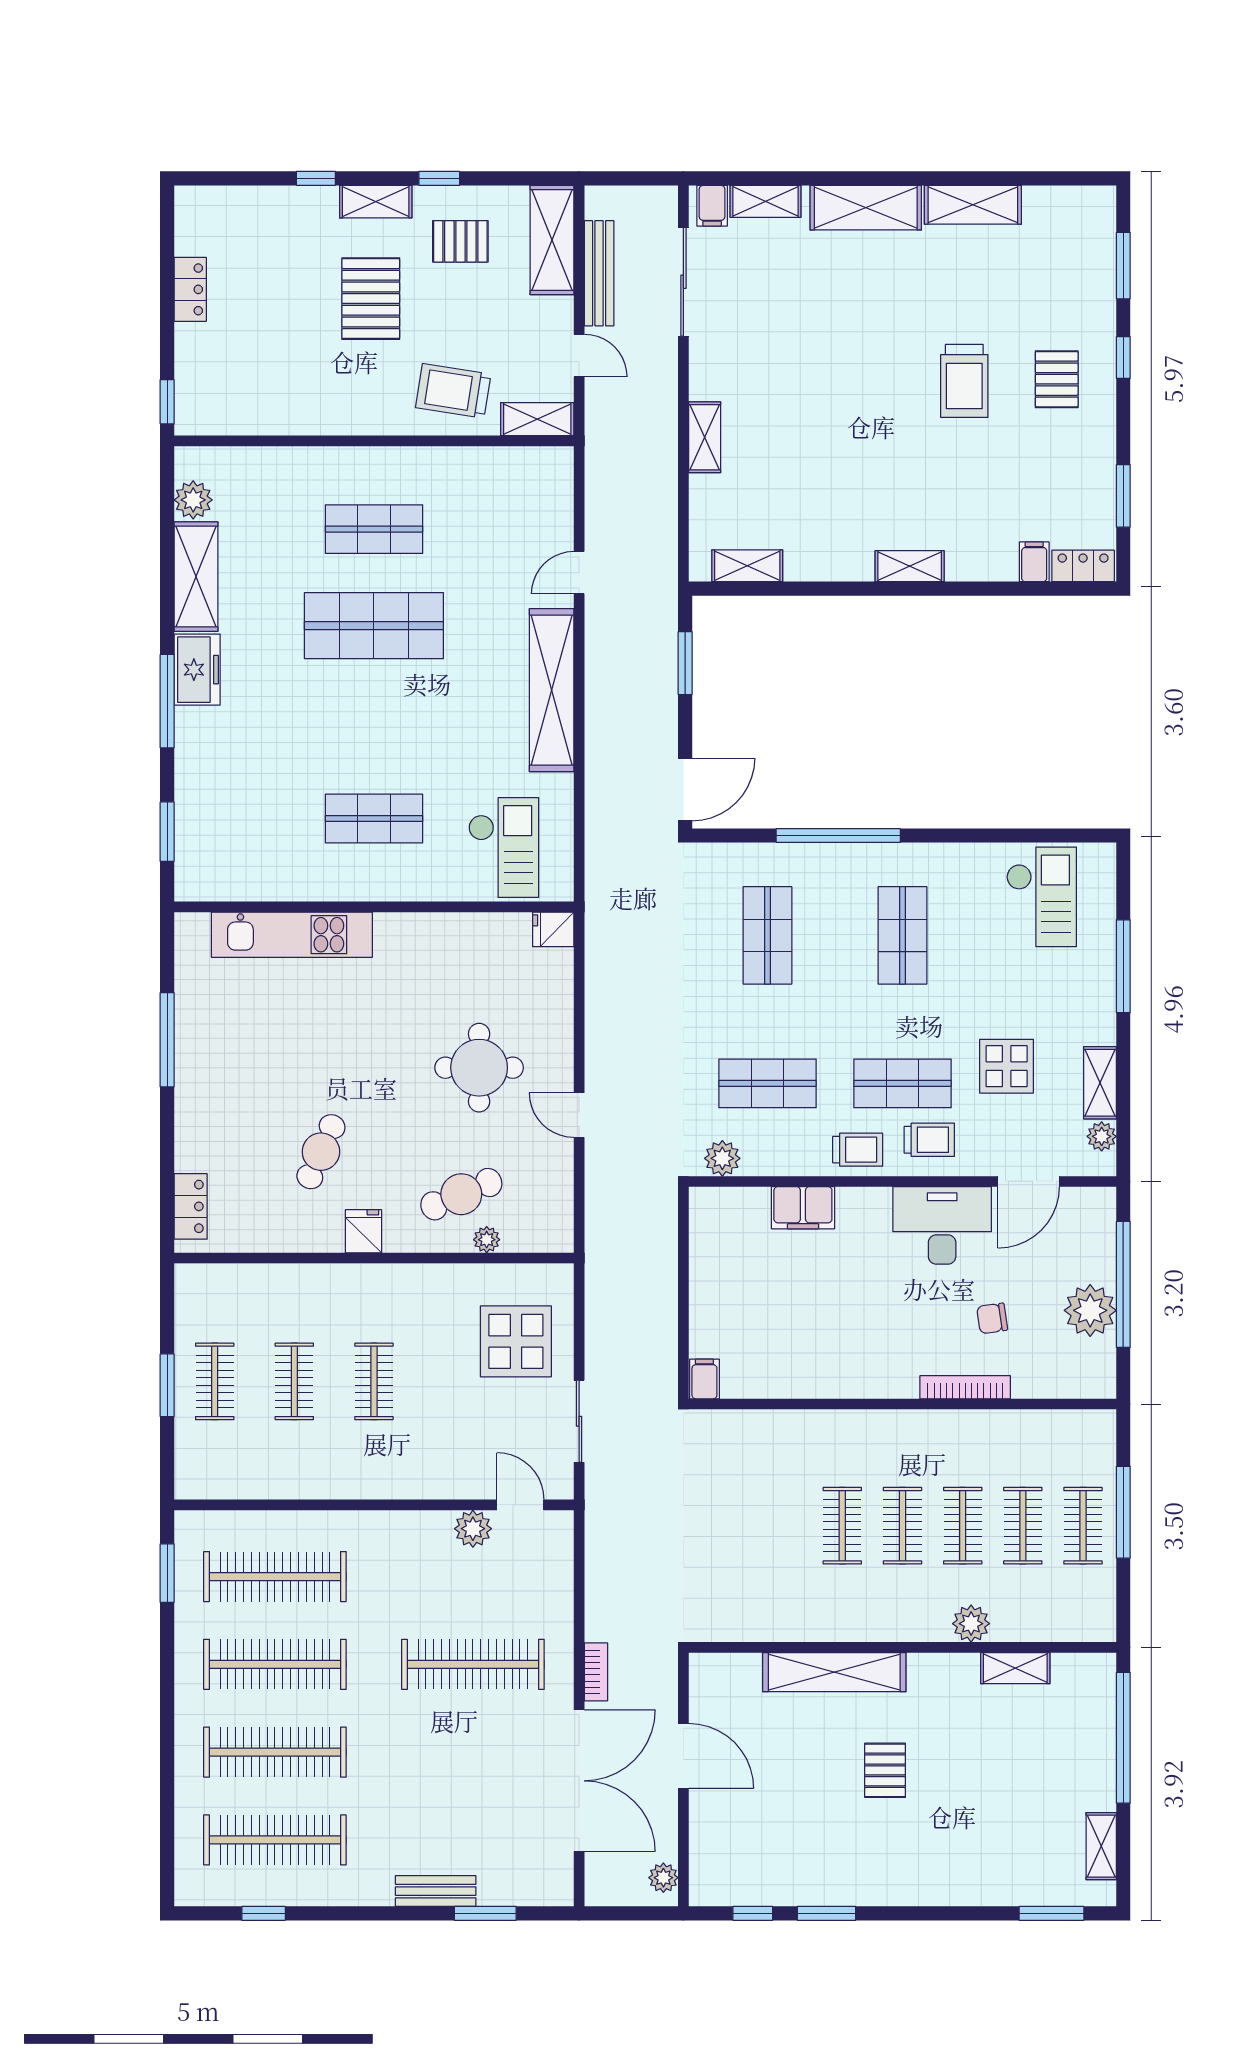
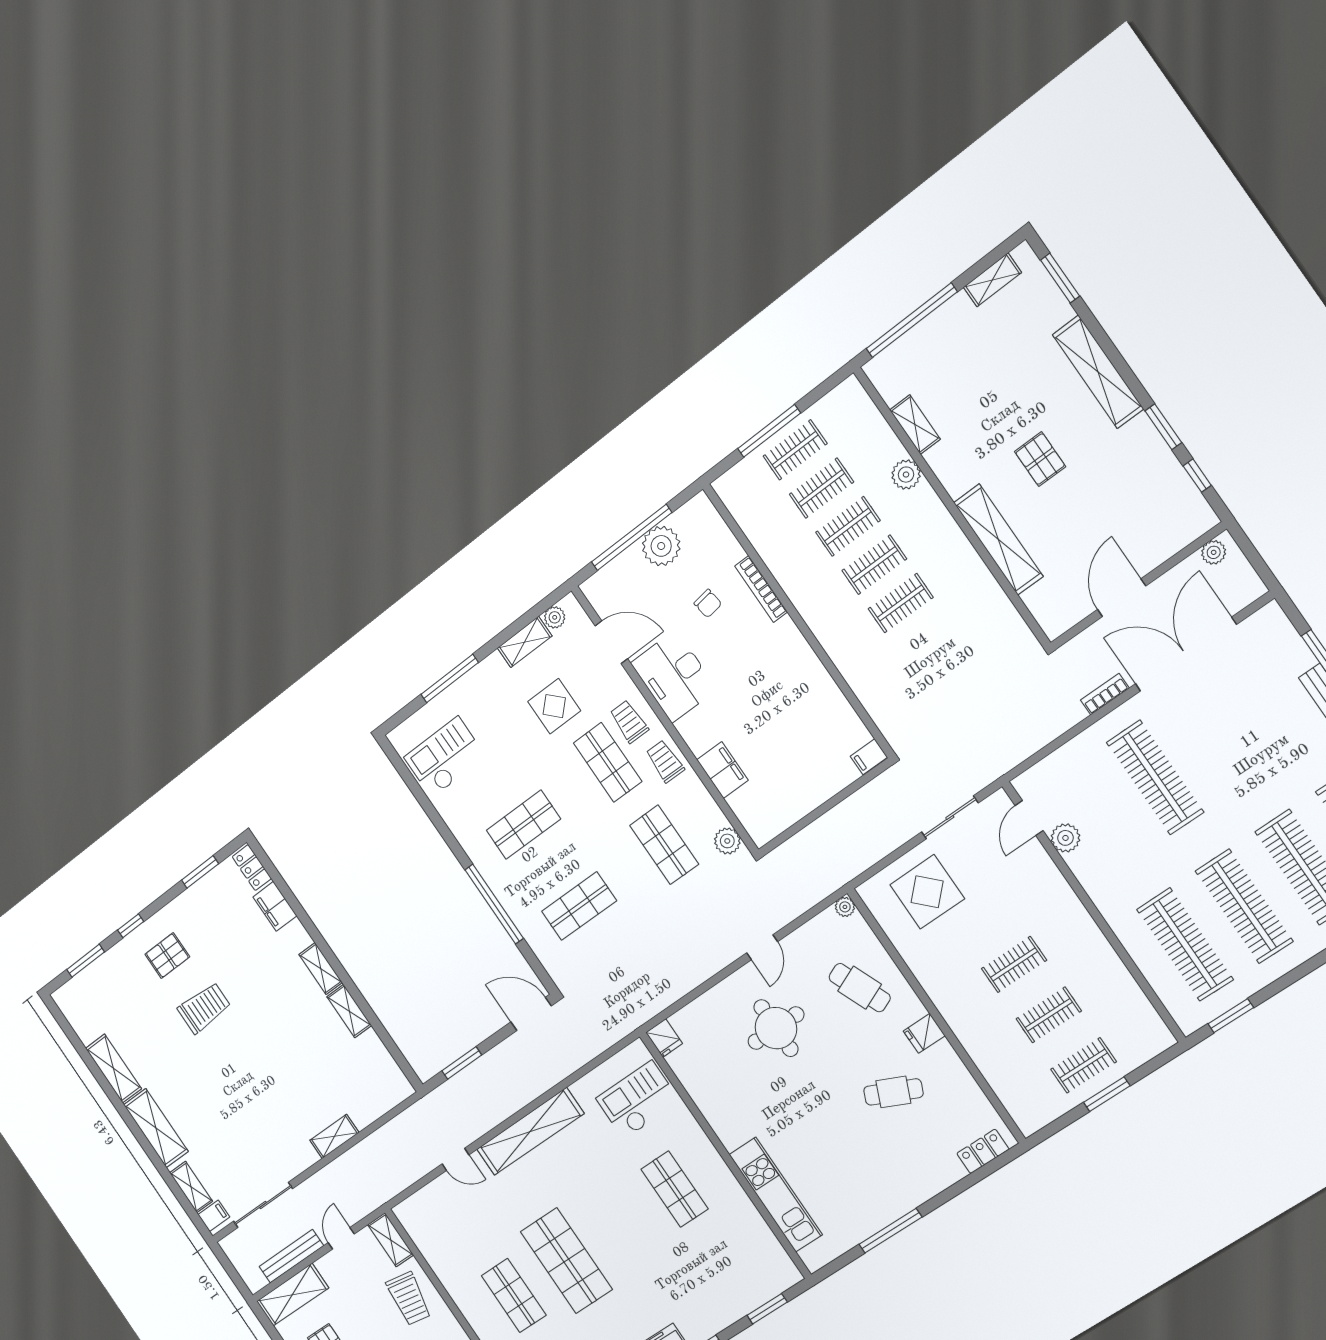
filing cabinet: (1034, 562) -> (275, 906), width x2.00
shelving: (747, 566) -> (349, 1011), moved
plant: (487, 1240) -> (845, 907), moved
pallet: (885, 1770) -> (1040, 459), turned 90
shelving: (930, 1887) -> (1098, 372), added

